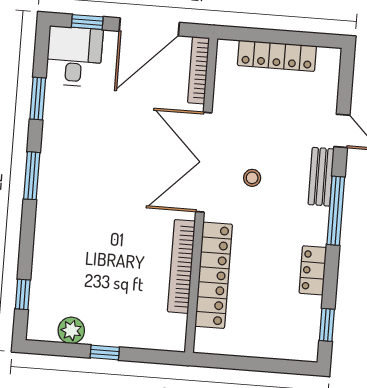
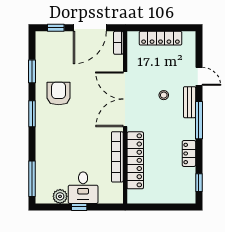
desk: (74, 56) -> (83, 188), moved, turned 180
bookcase: (198, 70) -> (118, 43), width x0.64
armchair: (83, 143) -> (59, 94), added
stool: (252, 178) -> (164, 95), moved
window: (23, 294) -> (32, 179), width x2.17

